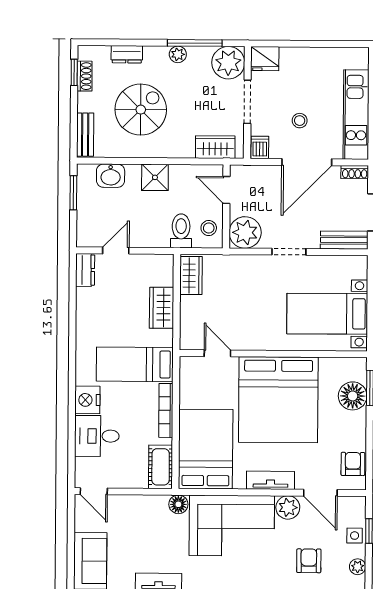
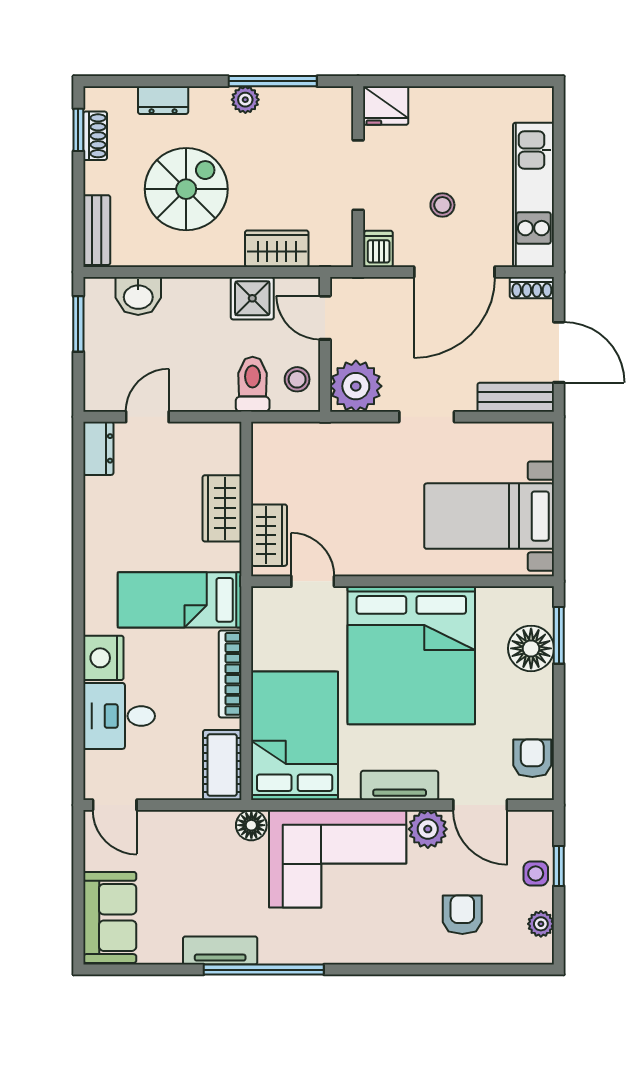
plant: (228, 63) -> (327, 112), removed
wardrobe: (215, 147) -> (277, 249), moved
shower: (155, 177) -> (252, 298), moved
wardrobe: (191, 275) -> (269, 535), moved

